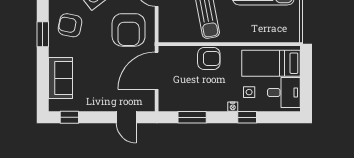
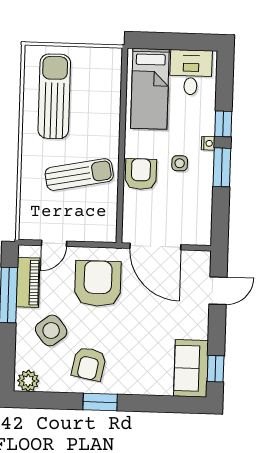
armchair: (129, 30) -> (98, 283), turned -90
sofa: (60, 78) -> (191, 368), moved, turned -90
side table: (249, 92) -> (180, 163), moved
window: (192, 117) -> (222, 167), moved

